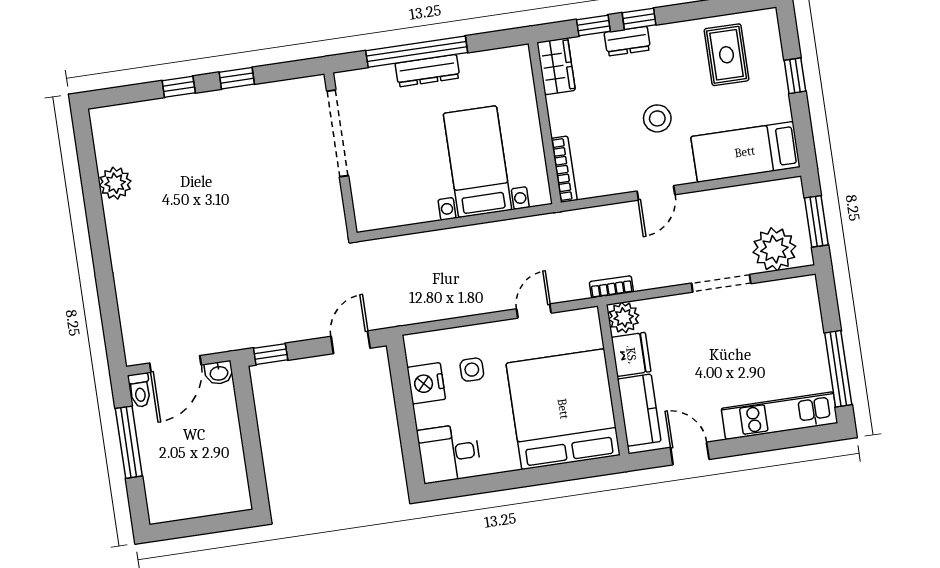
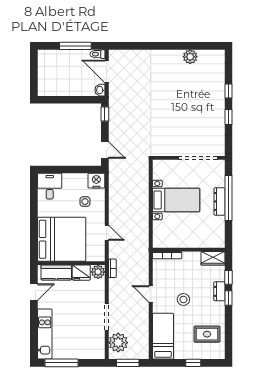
bed with nightstands: (477, 162) -> (176, 200), moved
nightstand: (426, 383) -> (96, 181), moved

